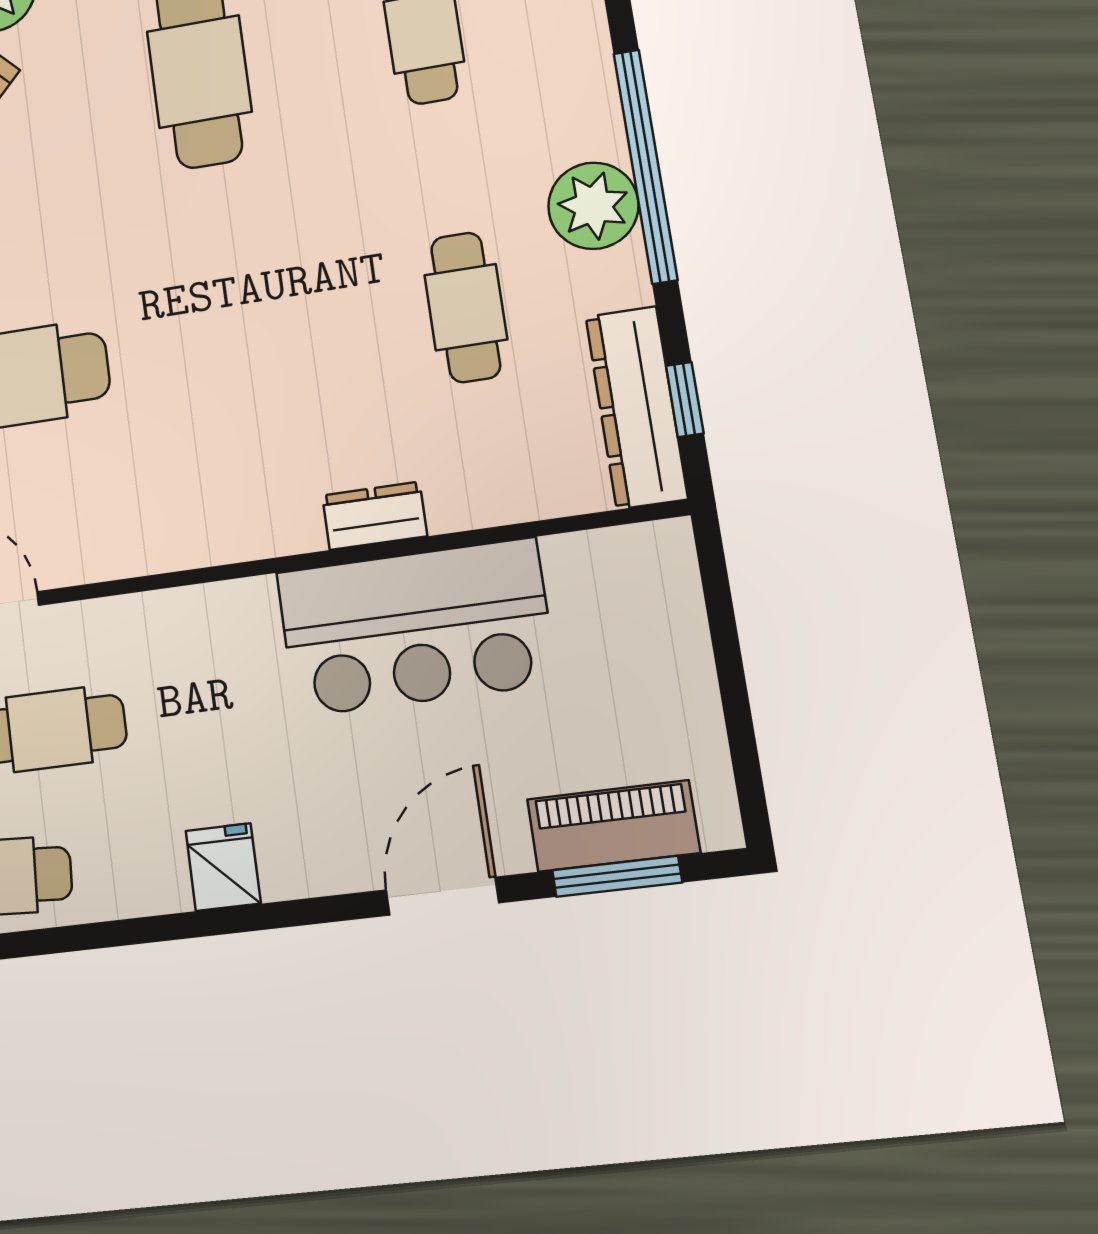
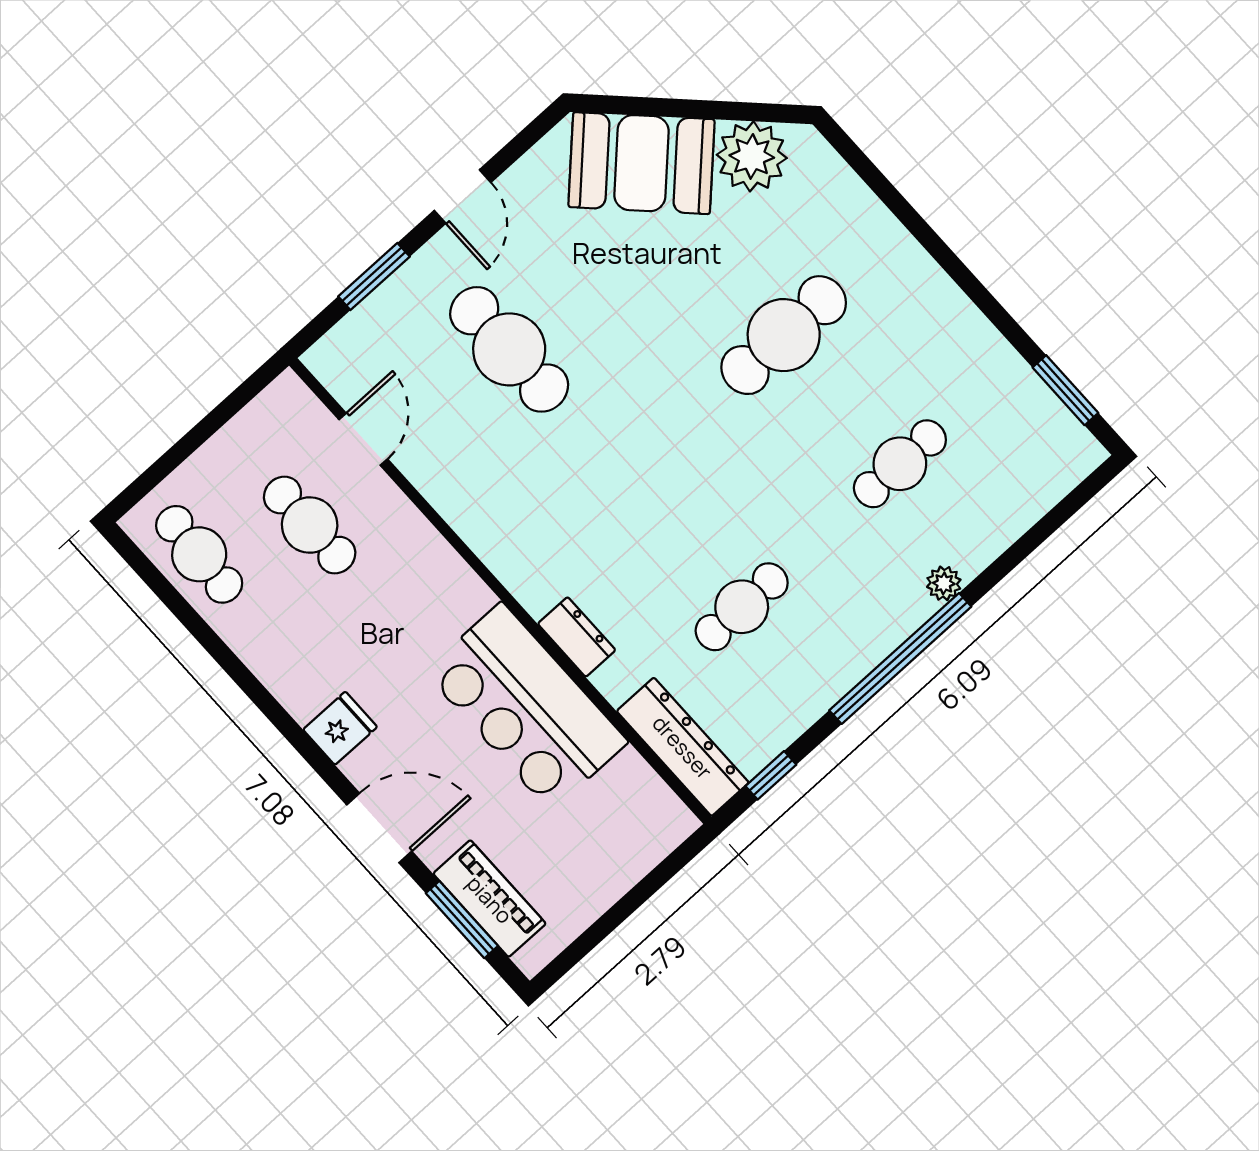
plant: (593, 206) -> (944, 583), moved, width x0.53, depth x0.53
dresser: (636, 407) -> (683, 747), moved, turned 90
fridge: (223, 867) -> (340, 728), moved

